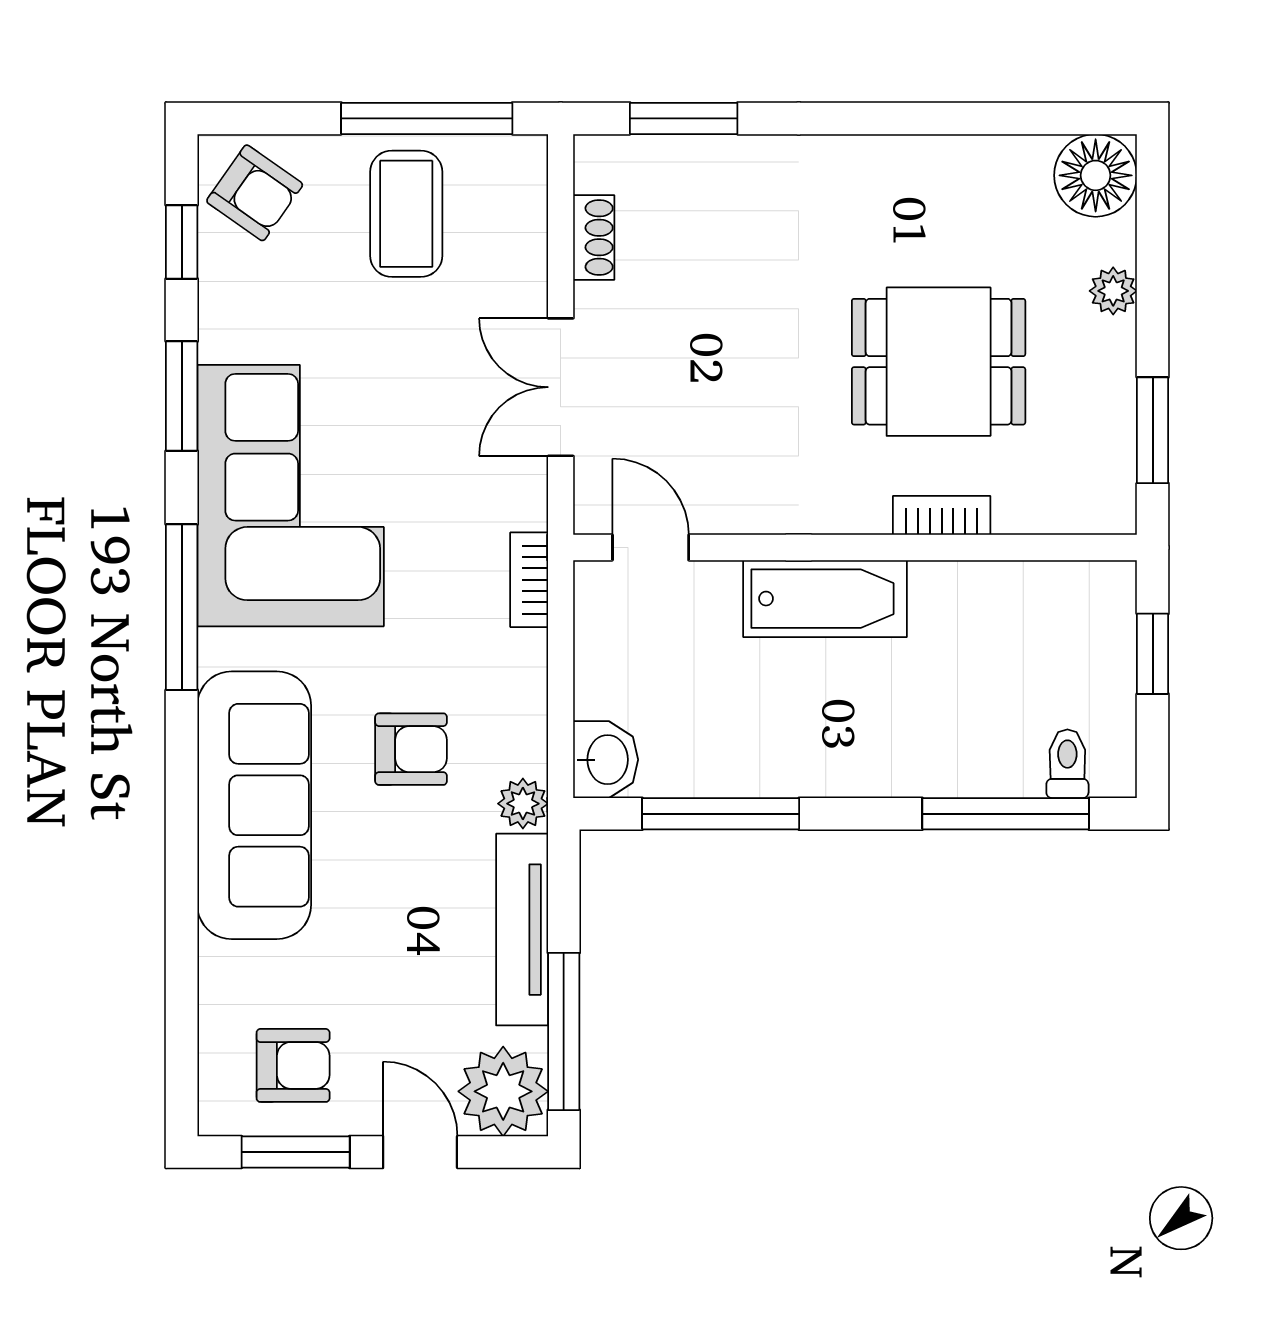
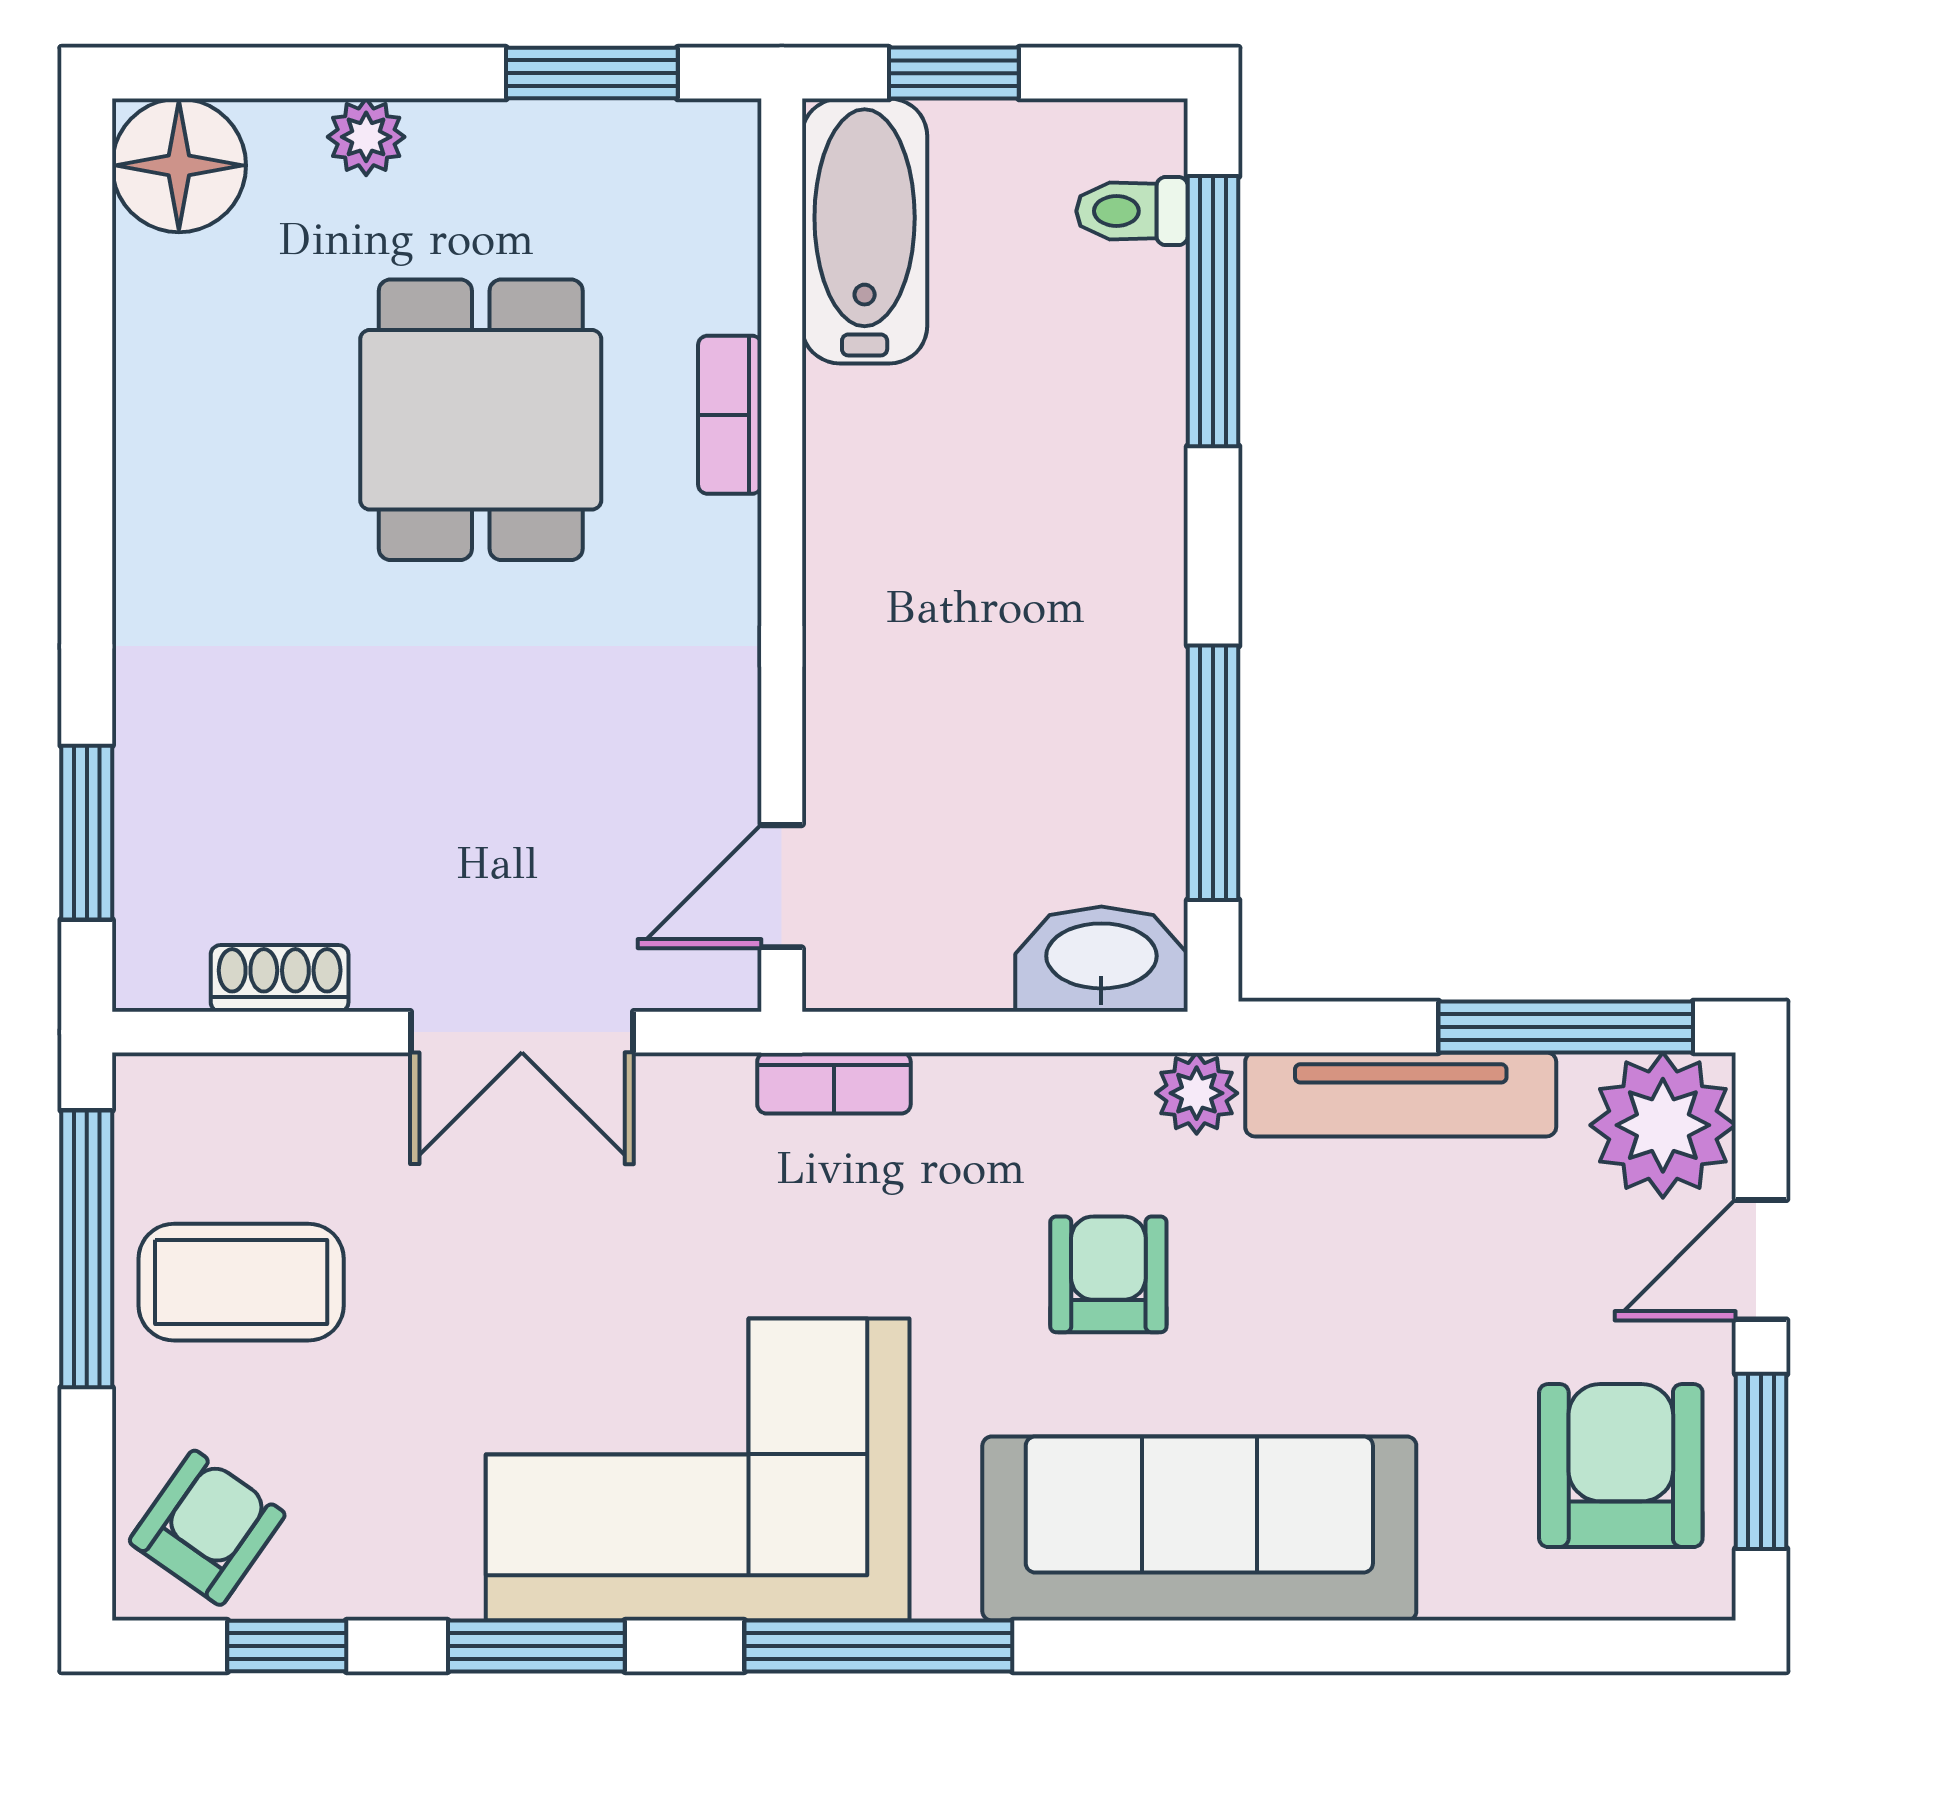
bathtub: (825, 599) -> (865, 231), moved
washbasin: (606, 760) -> (1101, 959), width x1.38
armchair: (293, 1065) -> (1621, 1466), width x1.38, depth x1.38

